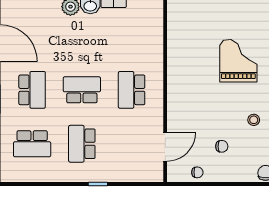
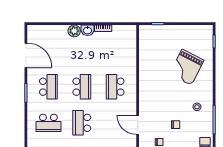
grand piano: (238, 61) -> (187, 67), turned -153
school desk: (82, 90) -> (82, 87), turned 90
door: (165, 147) -> (138, 125), swing flipped

